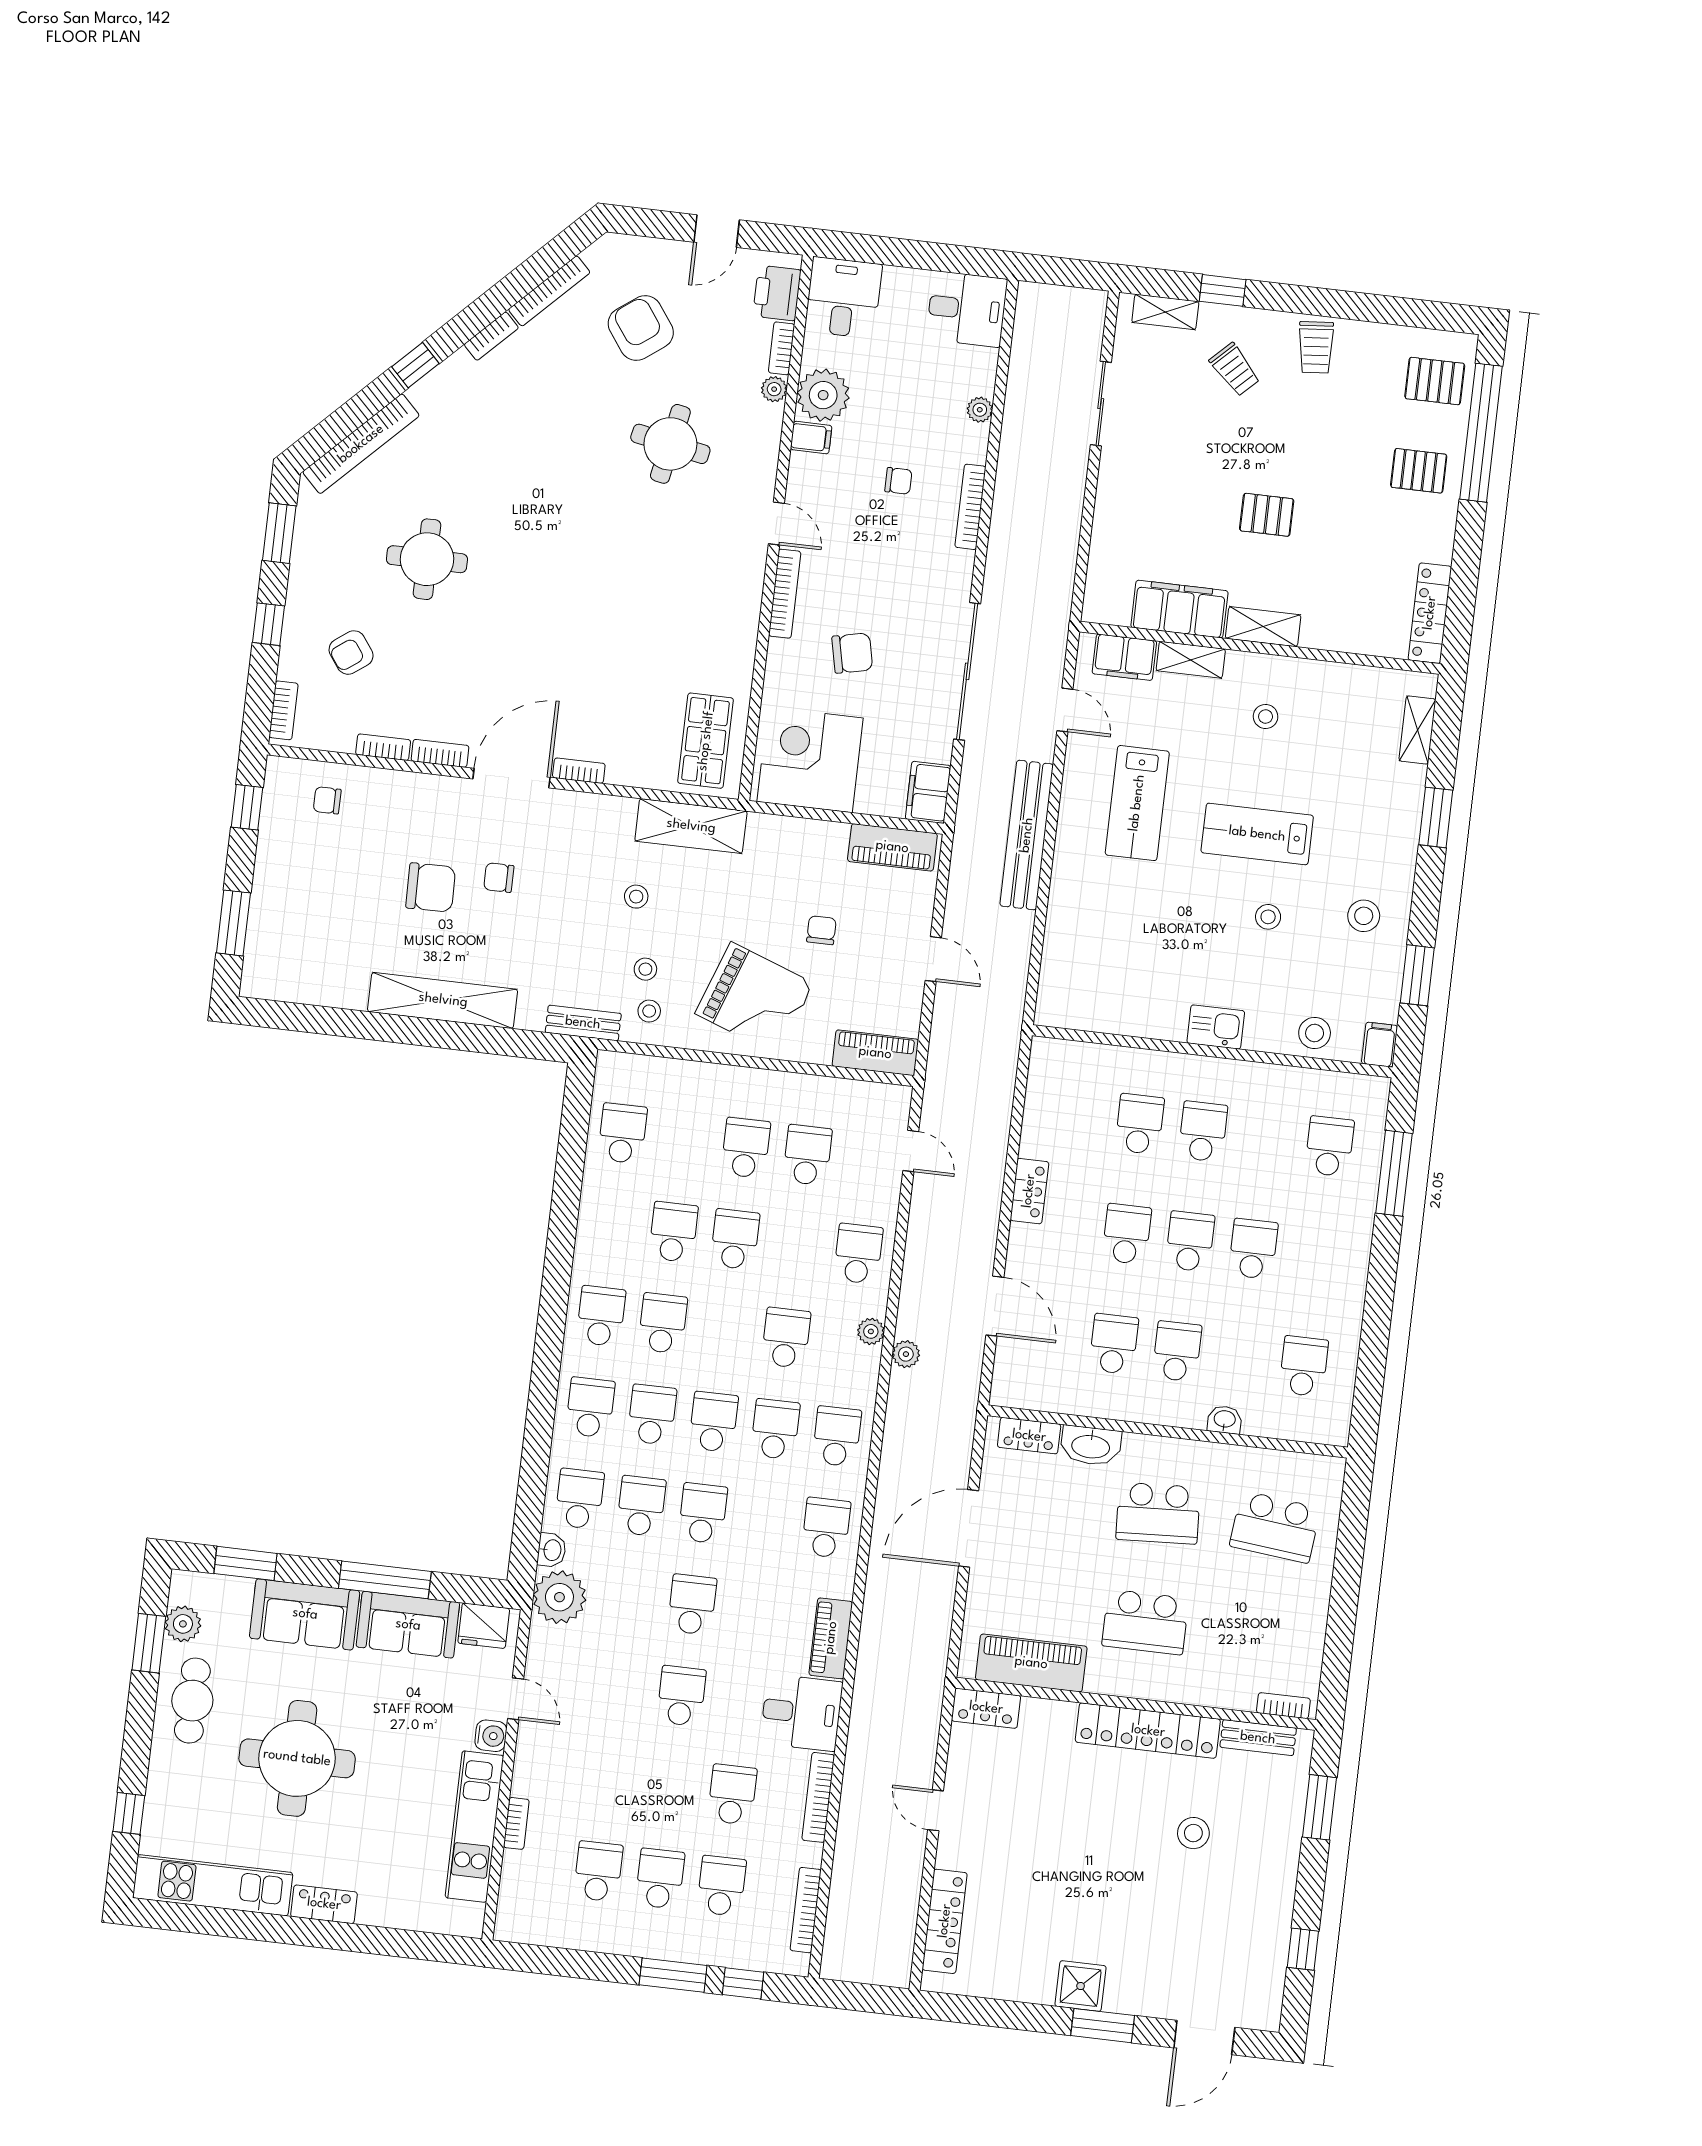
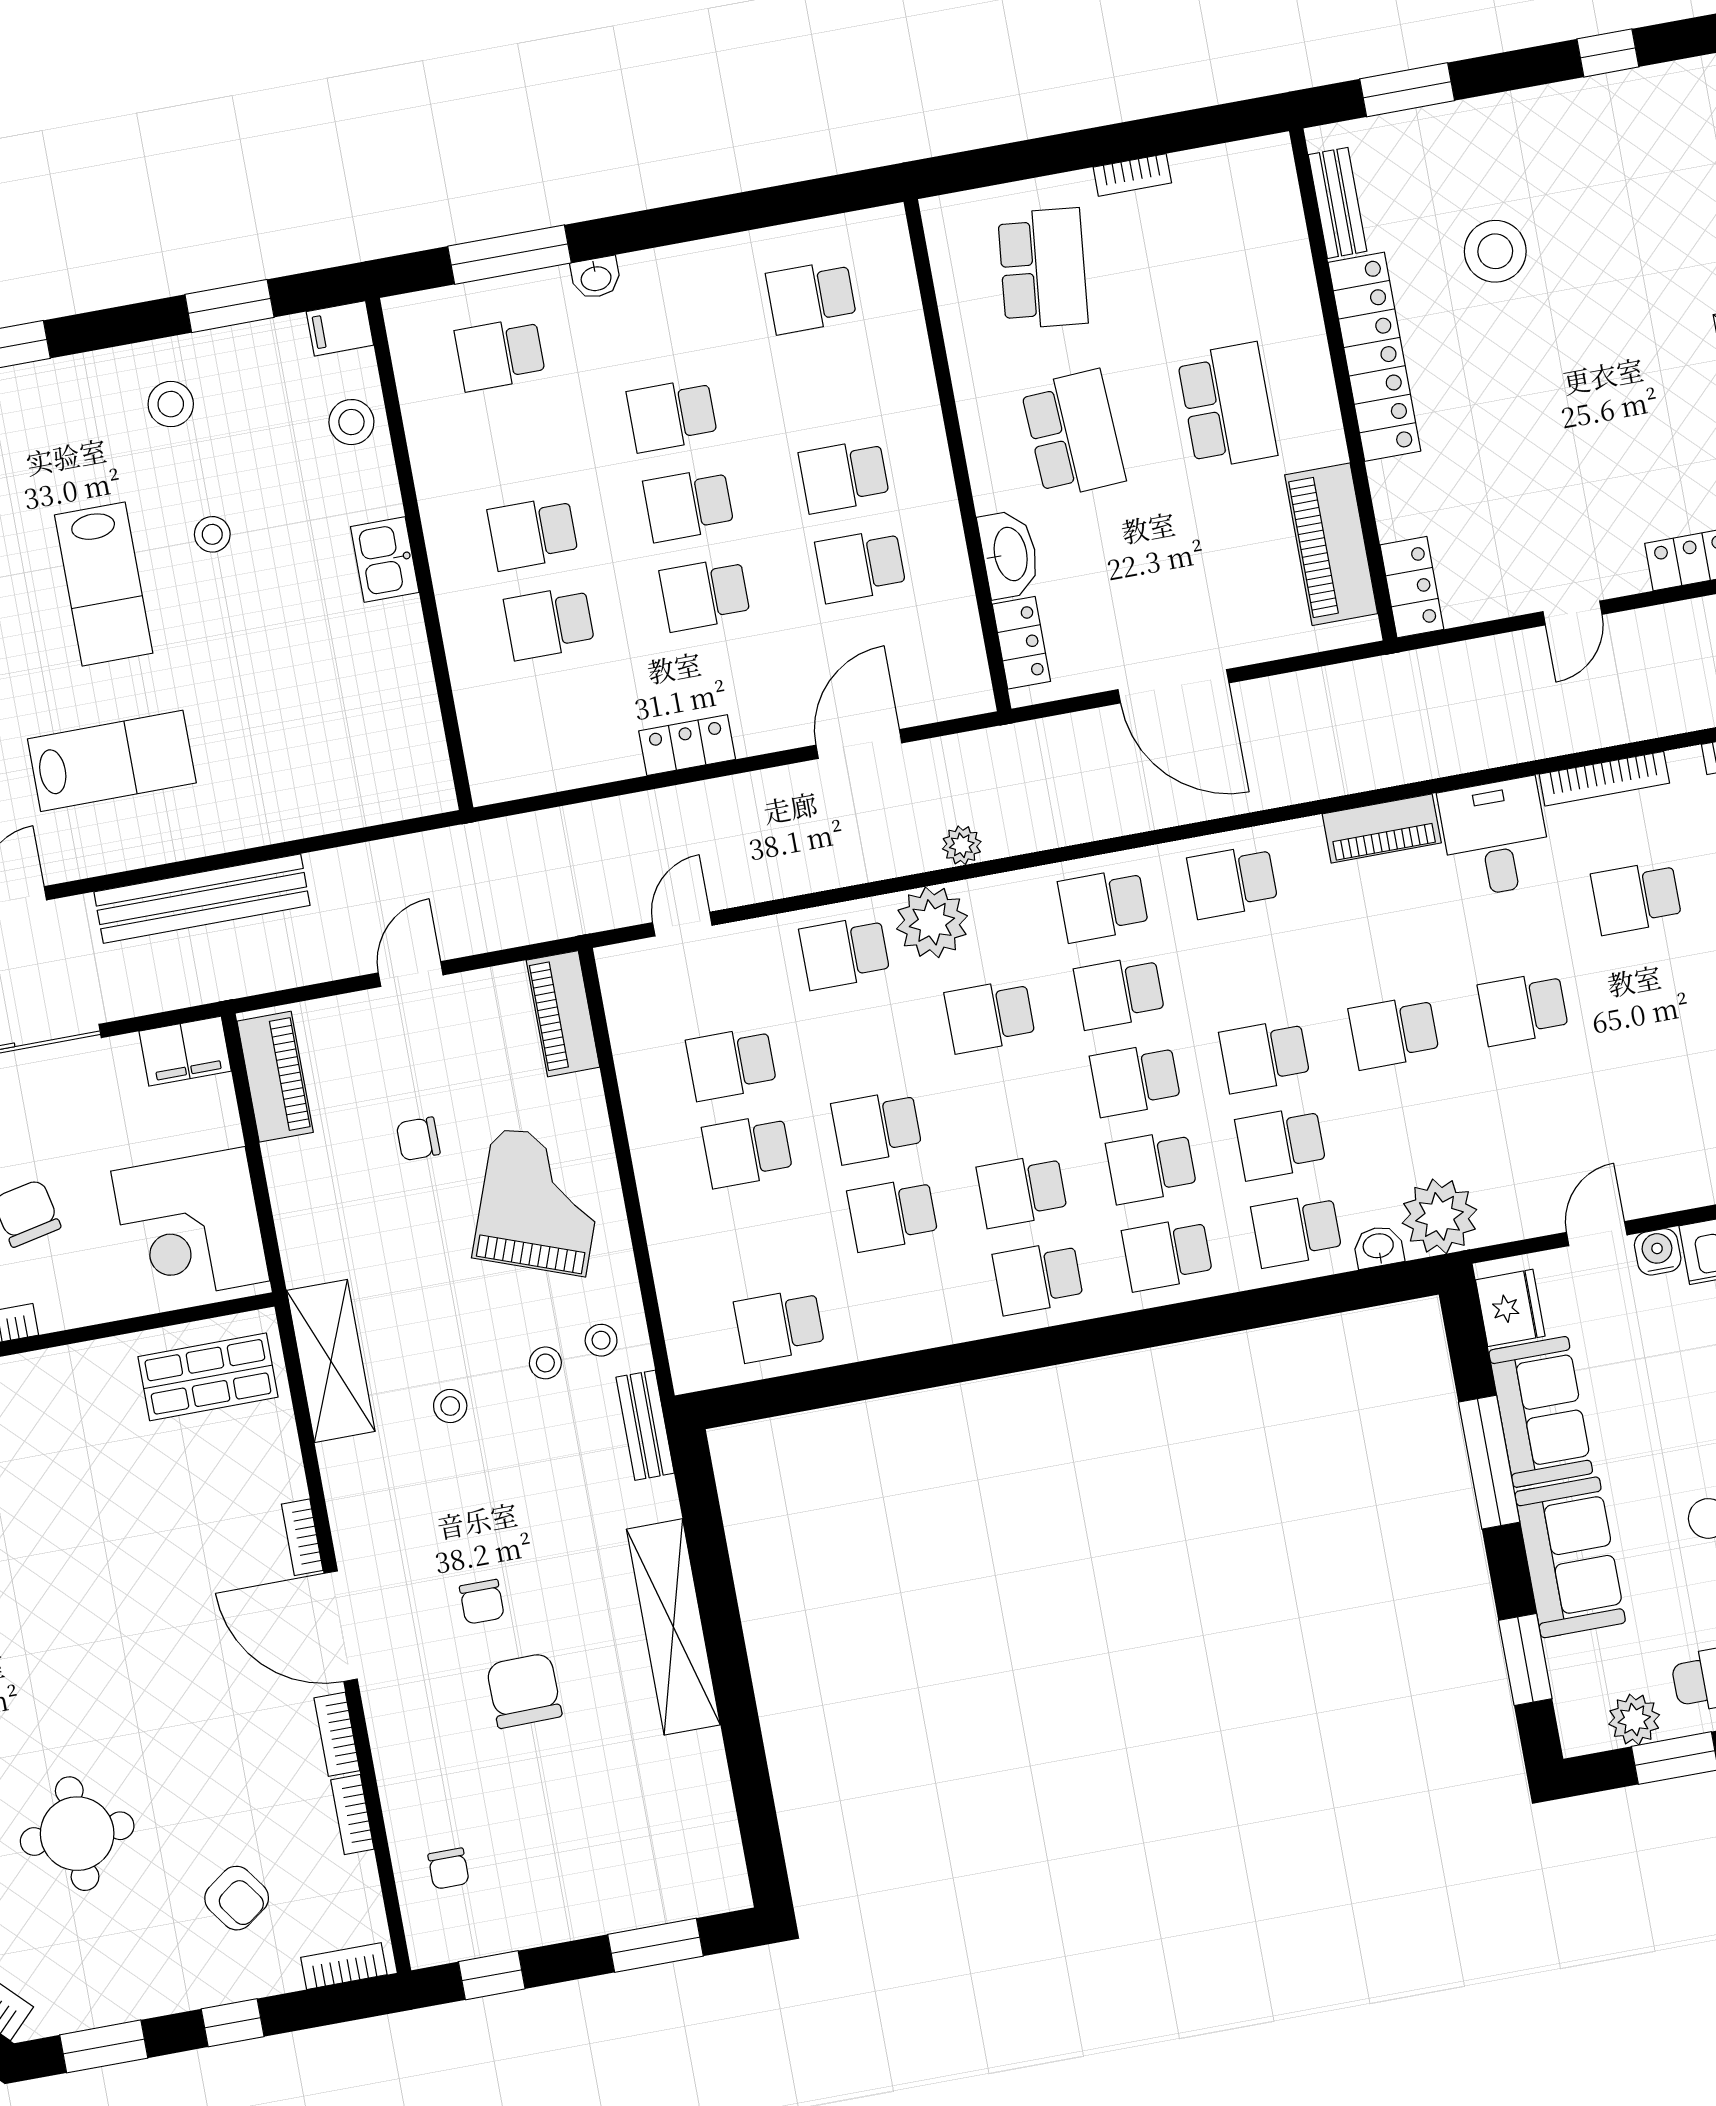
plant: (871, 1331) -> (932, 922), width x1.88, depth x1.88
washbasin: (1225, 1420) -> (596, 278), moved, turned -90
bookcase: (1283, 1706) -> (1132, 175), moved, turned -90
stool: (1193, 1833) -> (1495, 251), width x1.38, depth x1.38

